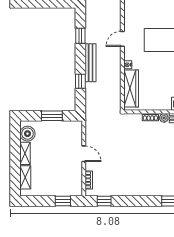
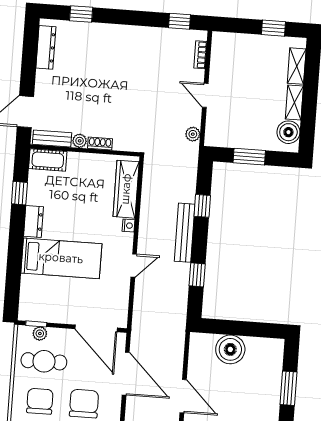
plant: (90, 128) -> (193, 134), added
window: (63, 201) -> (273, 28), moved

